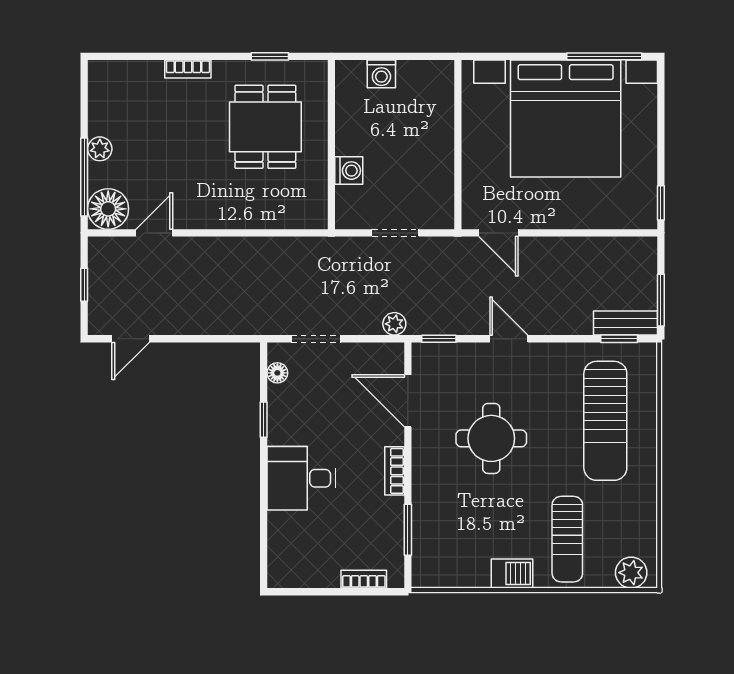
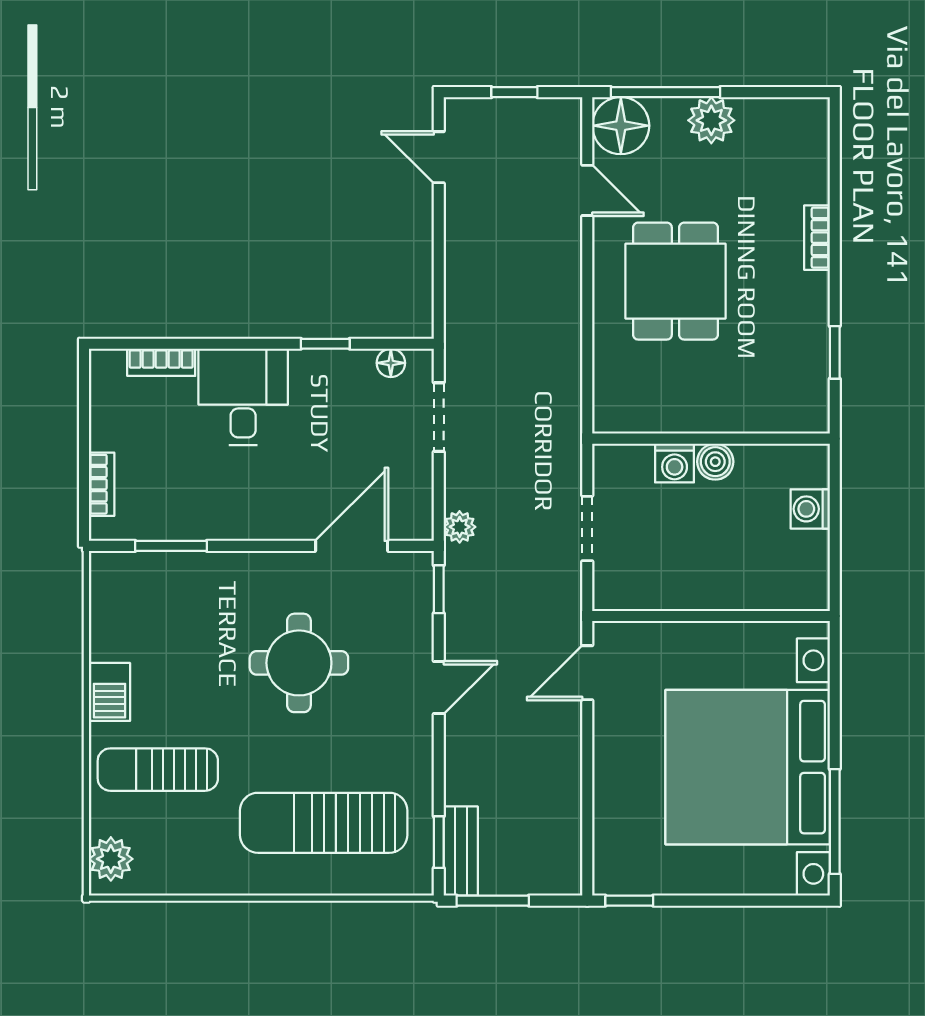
dining table: (265, 127) -> (675, 281), moved, turned 90
boiler: (348, 142) -> (715, 462), added
plant: (100, 149) -> (711, 120), width x1.38, depth x1.38
bookcase: (395, 471) -> (161, 362), moved, turned 180

